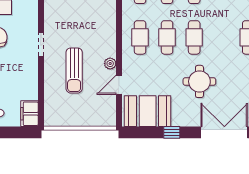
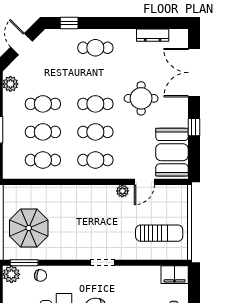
sun lounger: (74, 70) -> (159, 233), moved
door: (119, 85) -> (144, 182), hinge flipped

